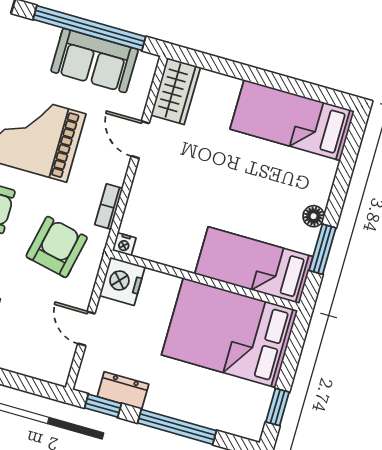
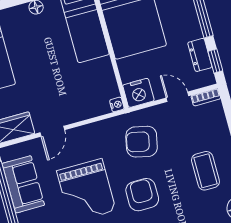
bookcase: (109, 207) -> (206, 97), moved
door: (86, 329) -> (177, 97), swing flipped

